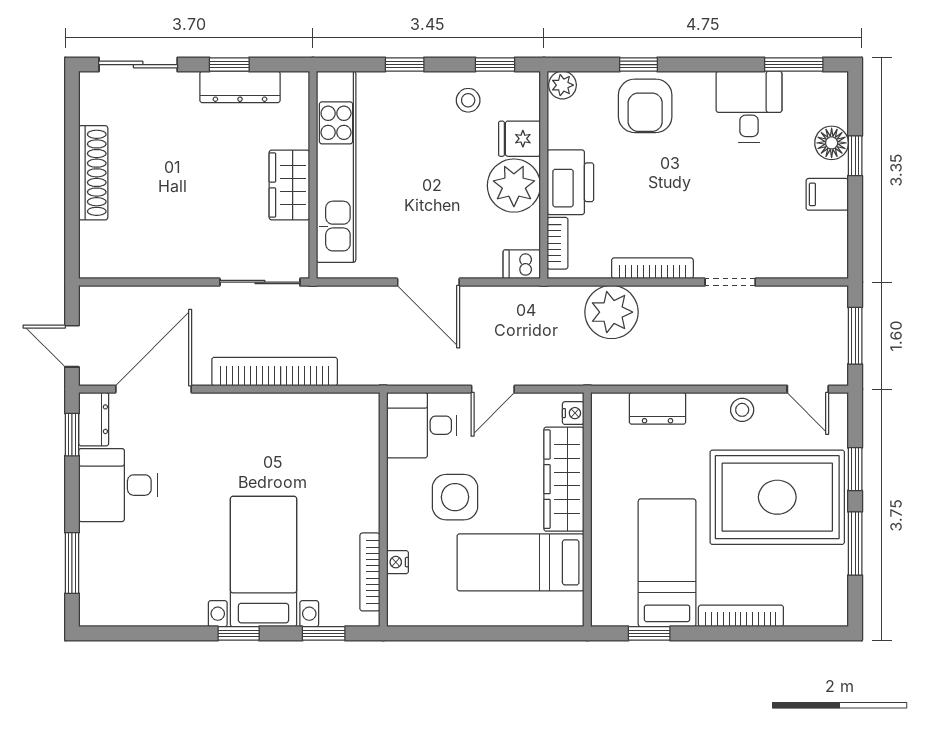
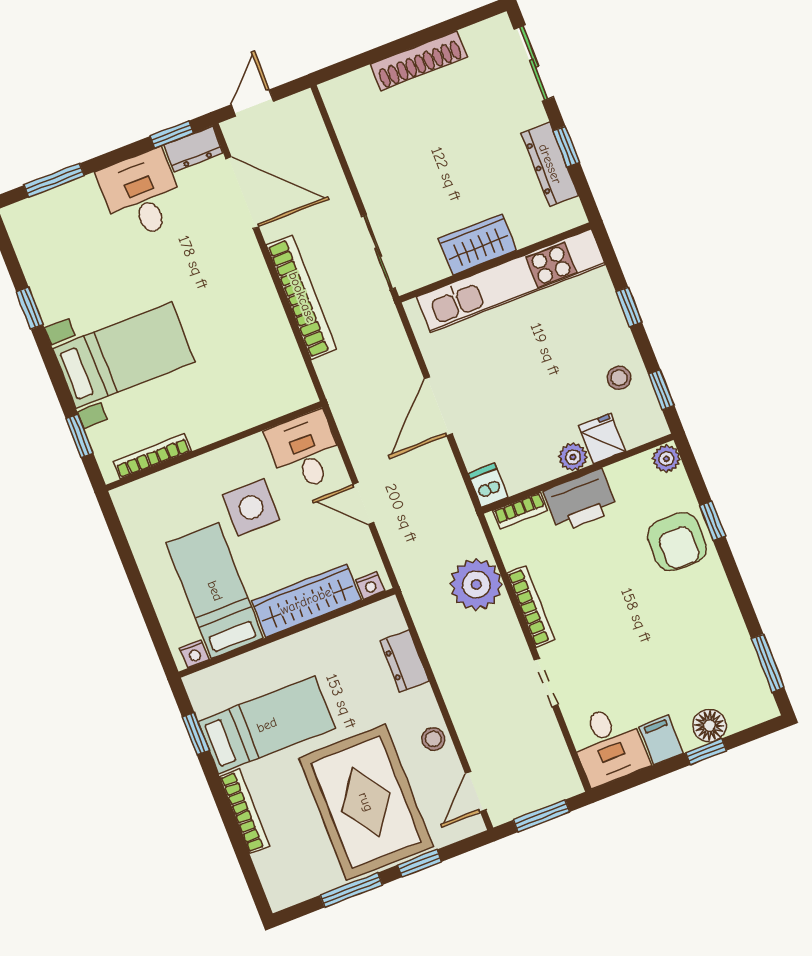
armchair: (645, 106) -> (677, 542), turned -90
desk: (749, 107) -> (609, 745), moved, turned 90
plant: (514, 186) -> (573, 457), width x0.53, depth x0.53
nightstand: (397, 562) -> (194, 654), moved, turned 180
window: (239, 633) -> (30, 308), moved

